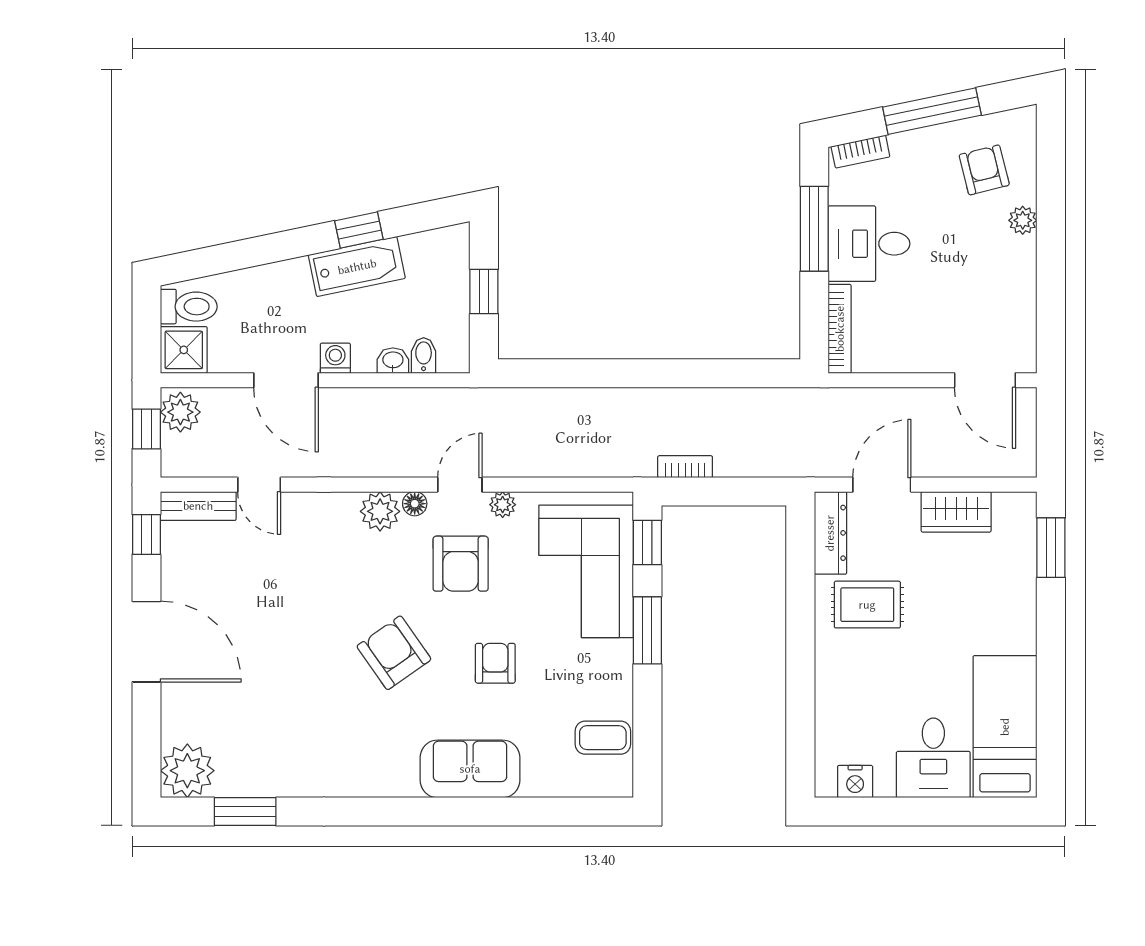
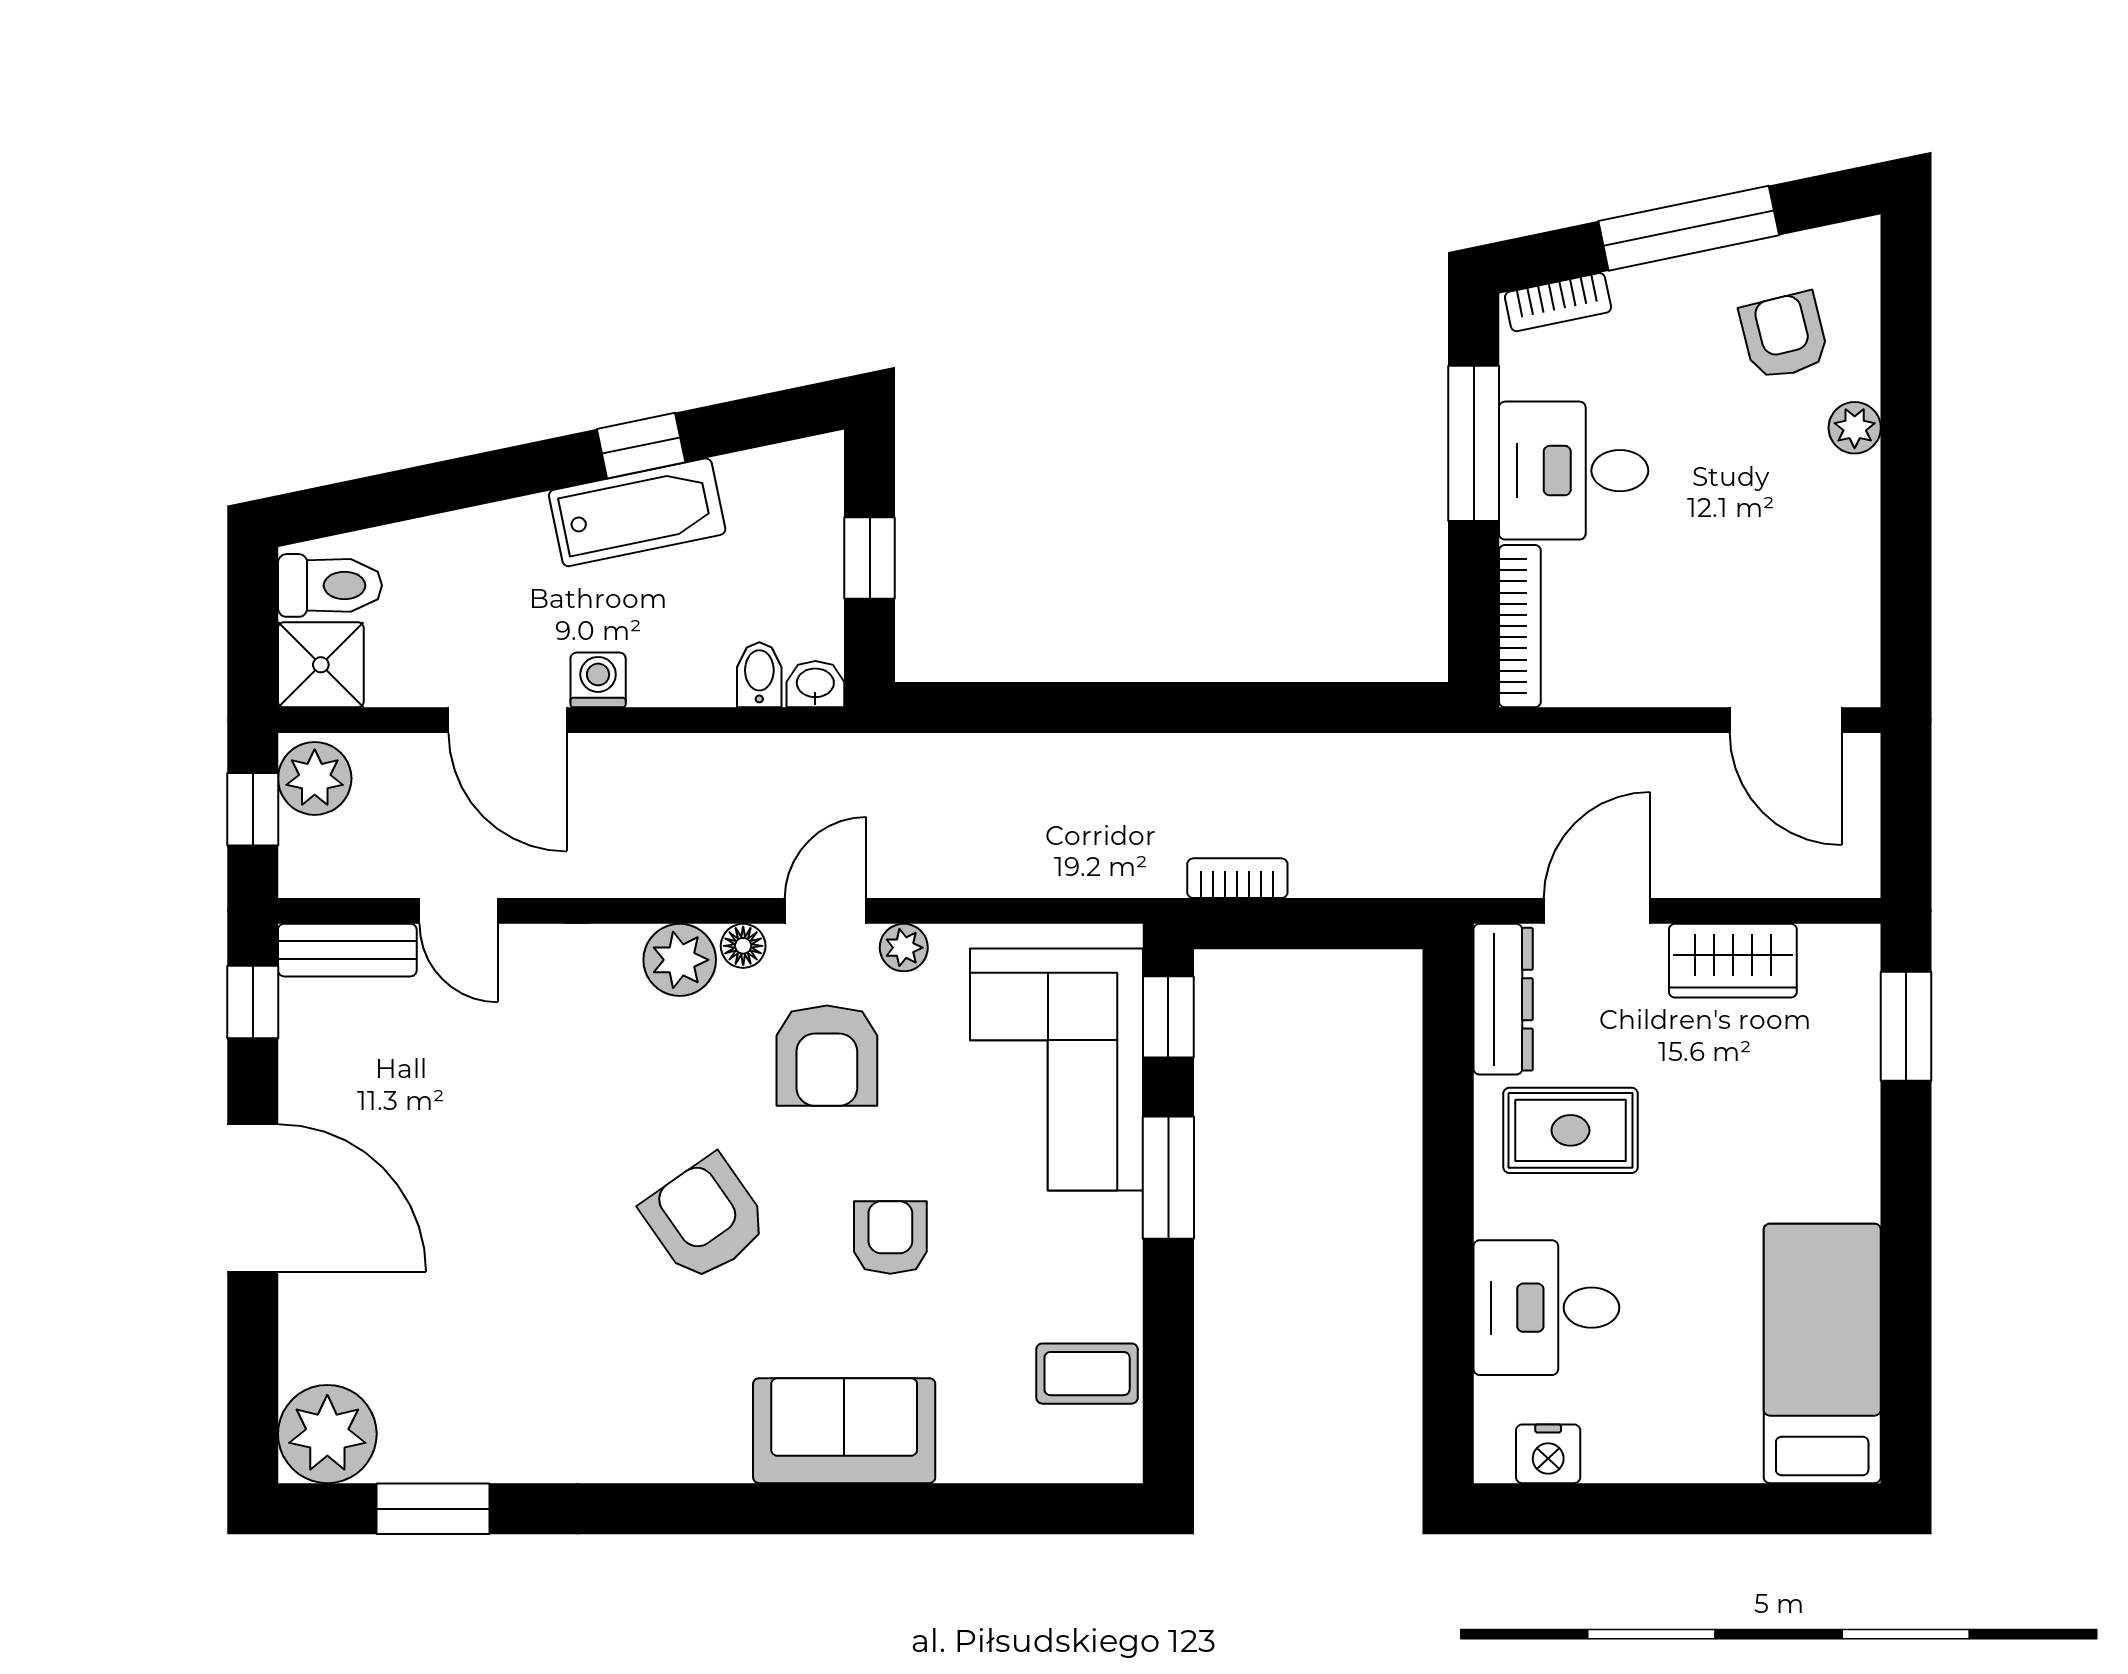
washbasin: (393, 361) -> (815, 684), moved
desk: (933, 758) -> (1546, 1308), moved, turned 90

